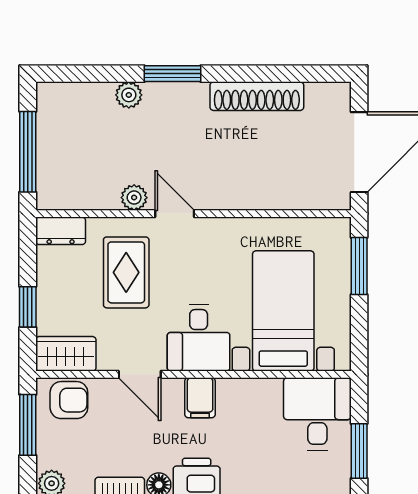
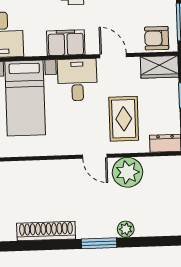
plant: (134, 198) -> (128, 172), width x1.87, depth x1.87
filing cabinet: (200, 398) -> (66, 43), width x2.00

